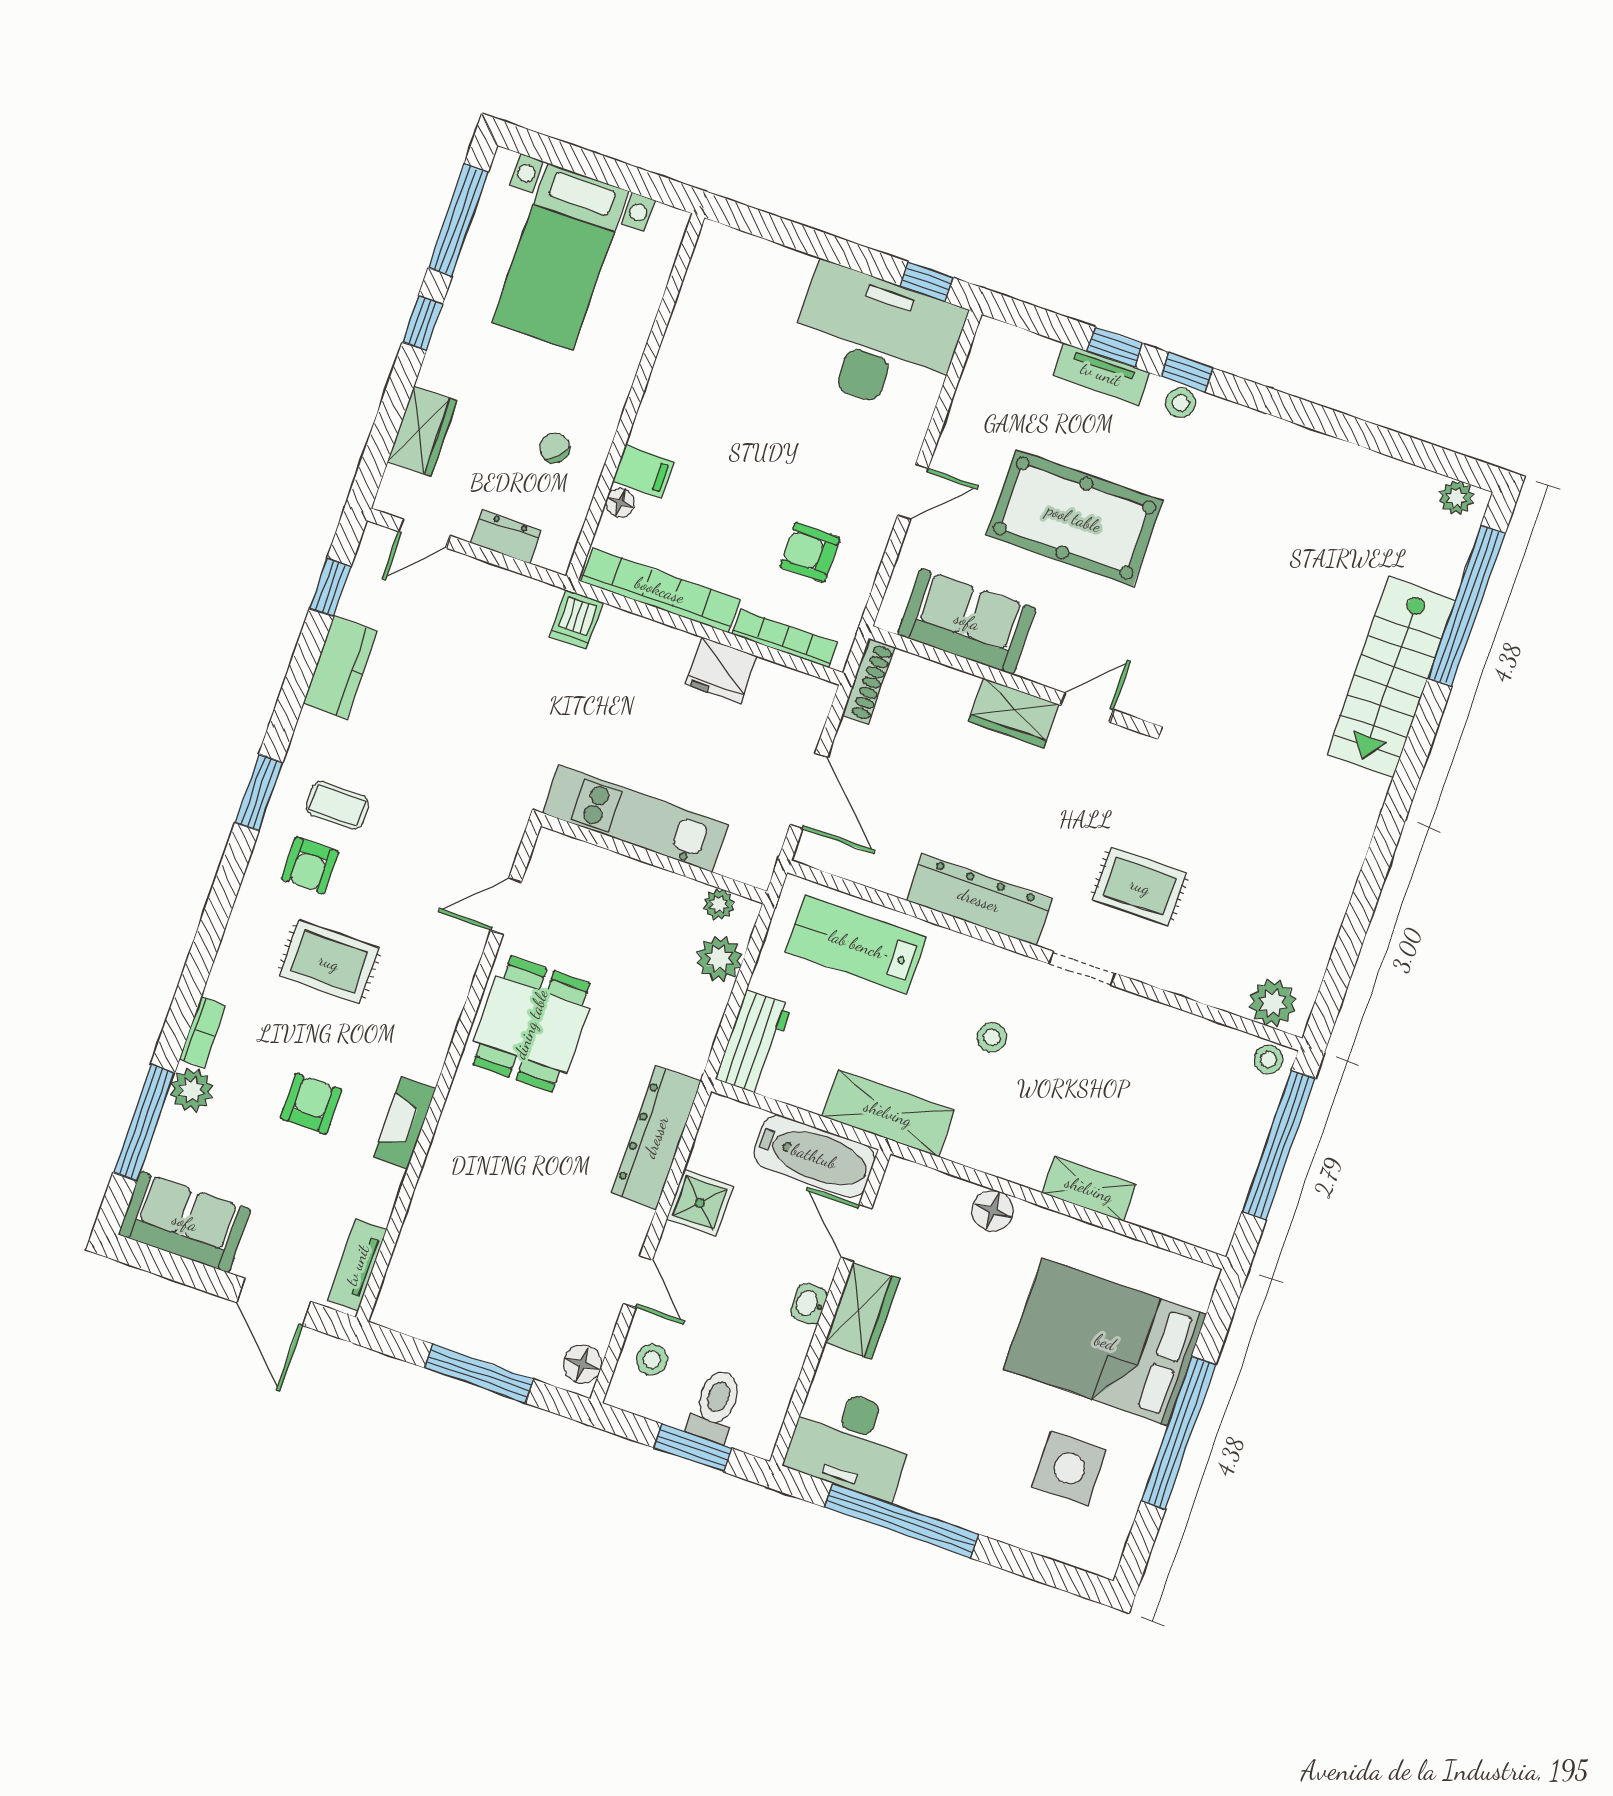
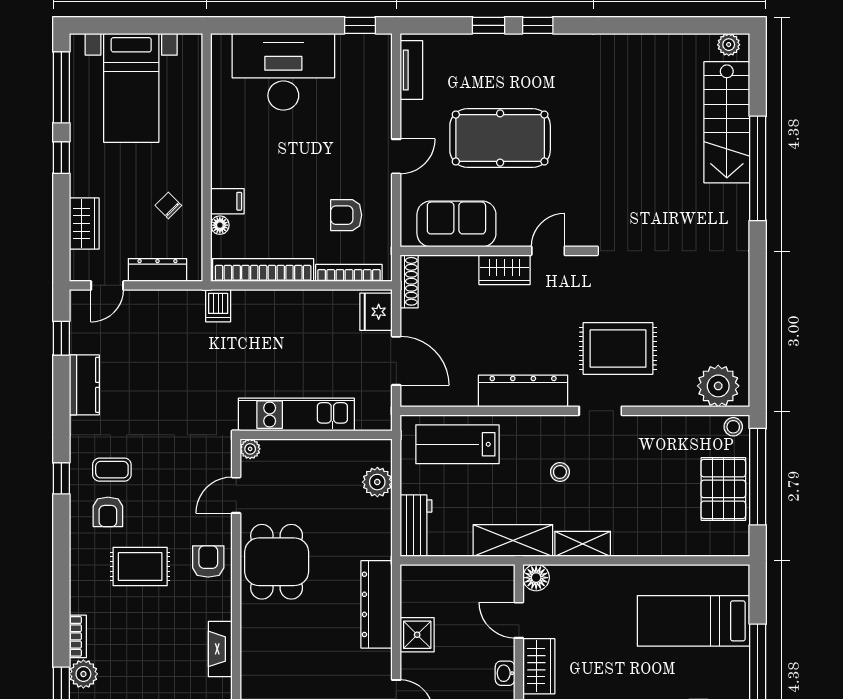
desk: (875, 340) -> (283, 72), moved
tv unit: (1101, 374) -> (411, 70), moved, turned -90
stool: (1181, 403) -> (540, 45), removed
dresser: (506, 537) -> (157, 270), width x1.44
window: (1467, 606) -> (758, 168), moved
fridge: (721, 670) -> (376, 312), moved, turned 90
stairs: (1391, 677) -> (727, 122), moved
window: (259, 792) -> (61, 478), width x0.67
rug: (1140, 886) -> (618, 349), width x1.36, depth x1.43
plant: (719, 904) -> (250, 449), moved
plant: (1273, 1003) -> (718, 386), width x1.36, depth x1.36
armchair: (311, 1104) -> (208, 561), moved
pallet: (1222, 1145) -> (723, 489), added
bathtub: (814, 1156) -> (477, 582), removed
shelving: (1089, 1189) -> (583, 544), moved
floor lamp: (993, 1211) -> (536, 578), moved
bed: (1105, 1342) -> (694, 621), width x0.67

